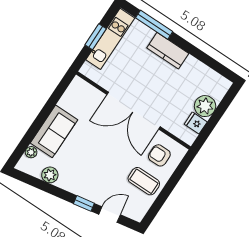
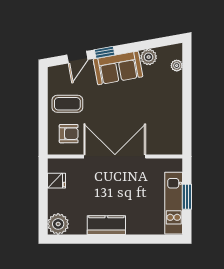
window: (154, 25) -> (145, 239), removed
kitchen counter: (168, 51) -> (106, 225), moved
plant: (205, 106) -> (58, 224), moved
sofa: (54, 131) -> (118, 68), moved, turned -100

